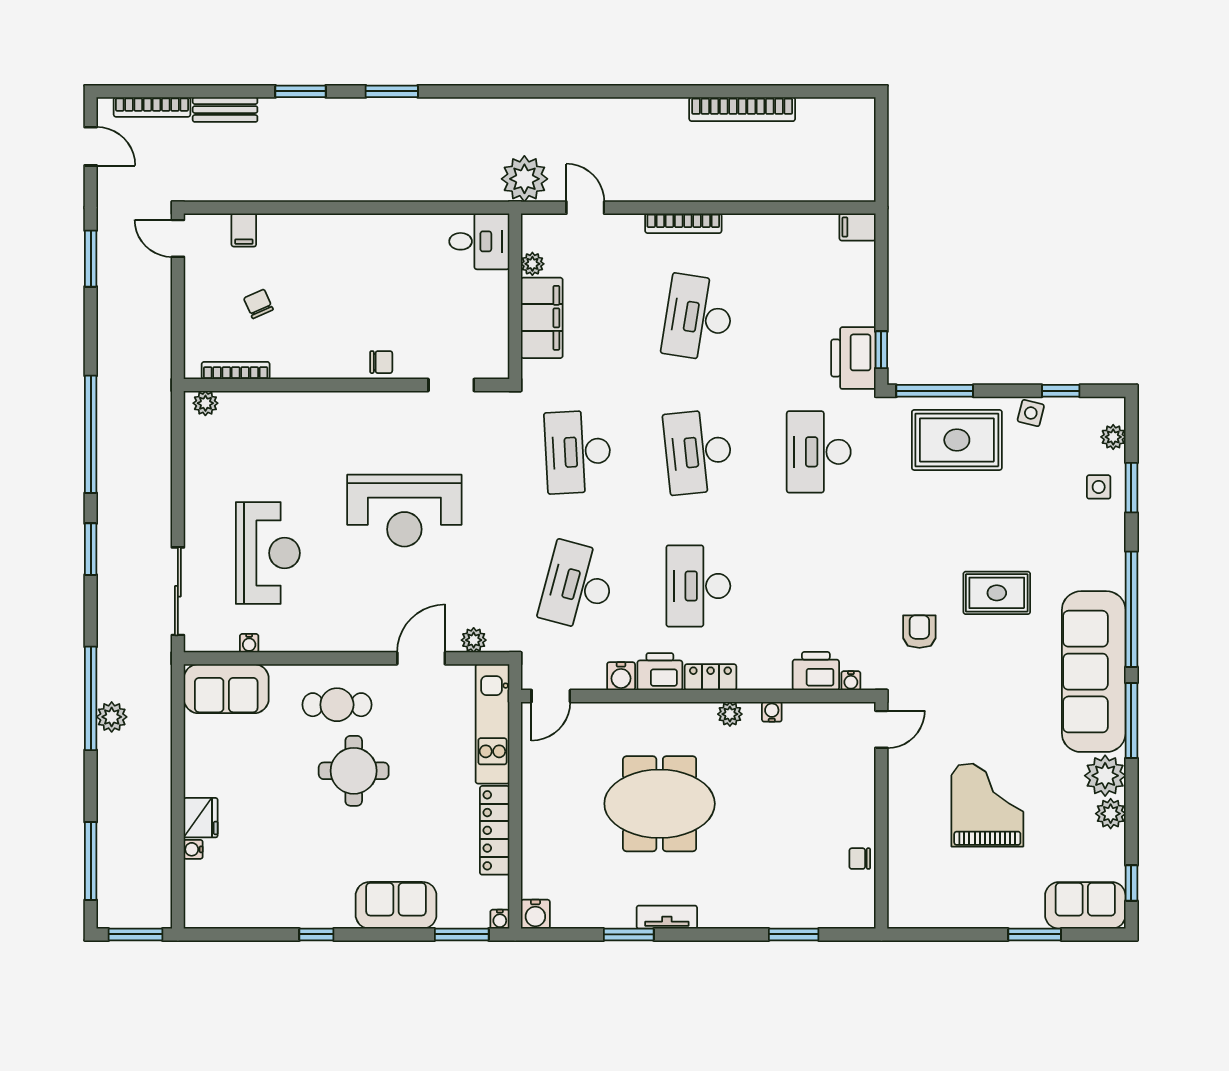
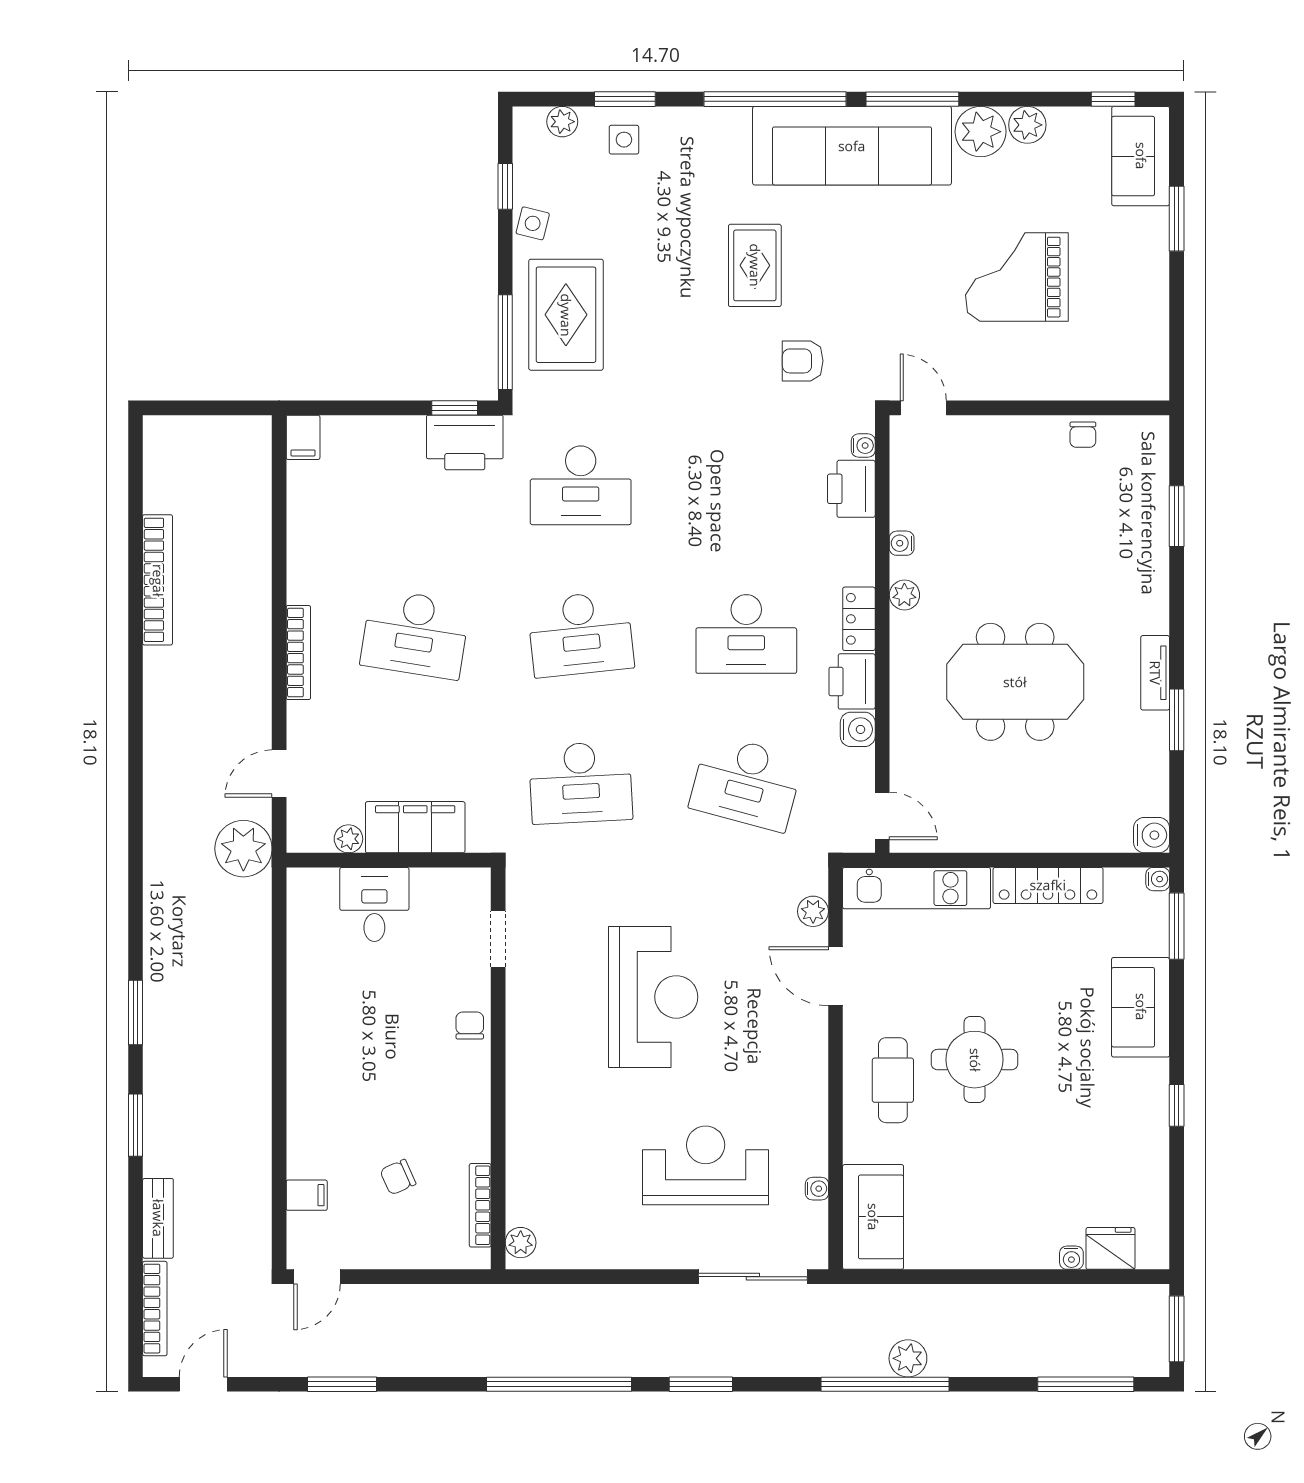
desk: (479, 241) -> (374, 905), moved
meeting table: (660, 804) -> (1015, 682), turned 90
fridge: (201, 818) -> (1110, 1248), moved

